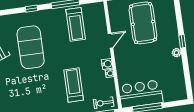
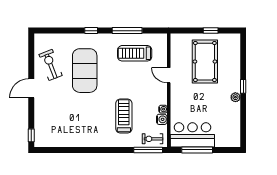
treadmill: (76, 24) -> (135, 53), turned 90
door: (111, 41) -> (169, 75), swing flipped
water cooler: (107, 64) -> (162, 119), moved

